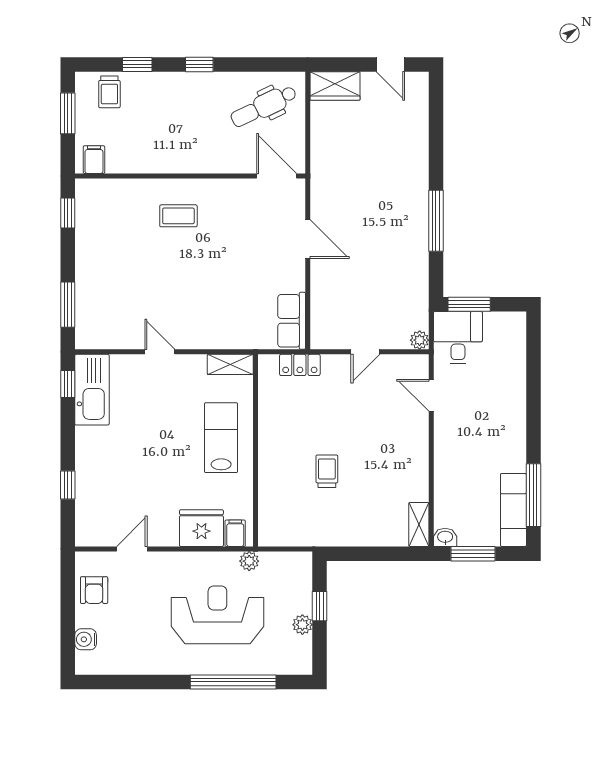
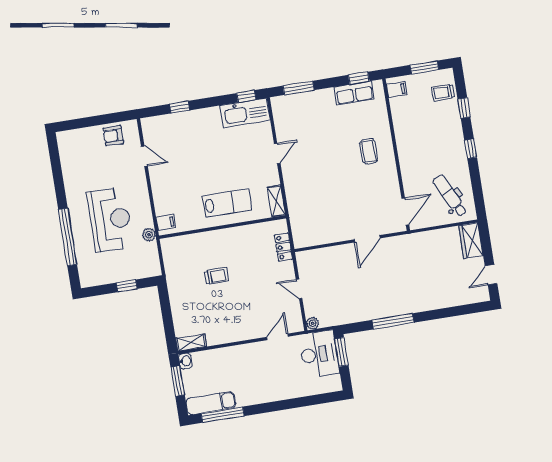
row of seats: (292, 321) -> (354, 93), moved, turned 180
desk: (458, 338) -> (319, 354), width x1.37
fridge: (201, 528) -> (166, 200), removed
plant: (302, 625) -> (113, 276), removed
water cooler: (86, 639) -> (80, 135), removed

